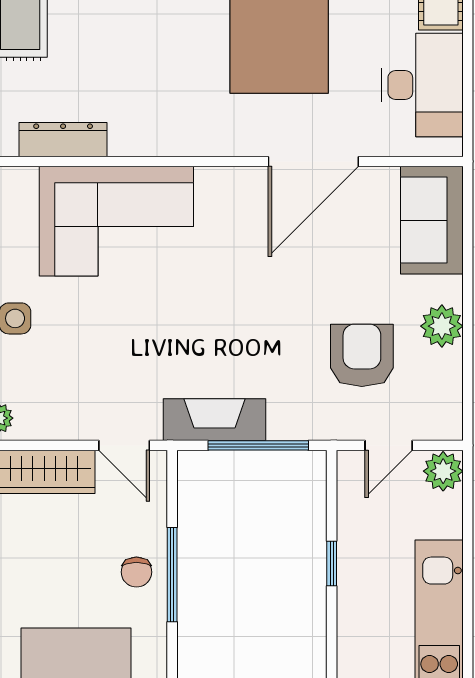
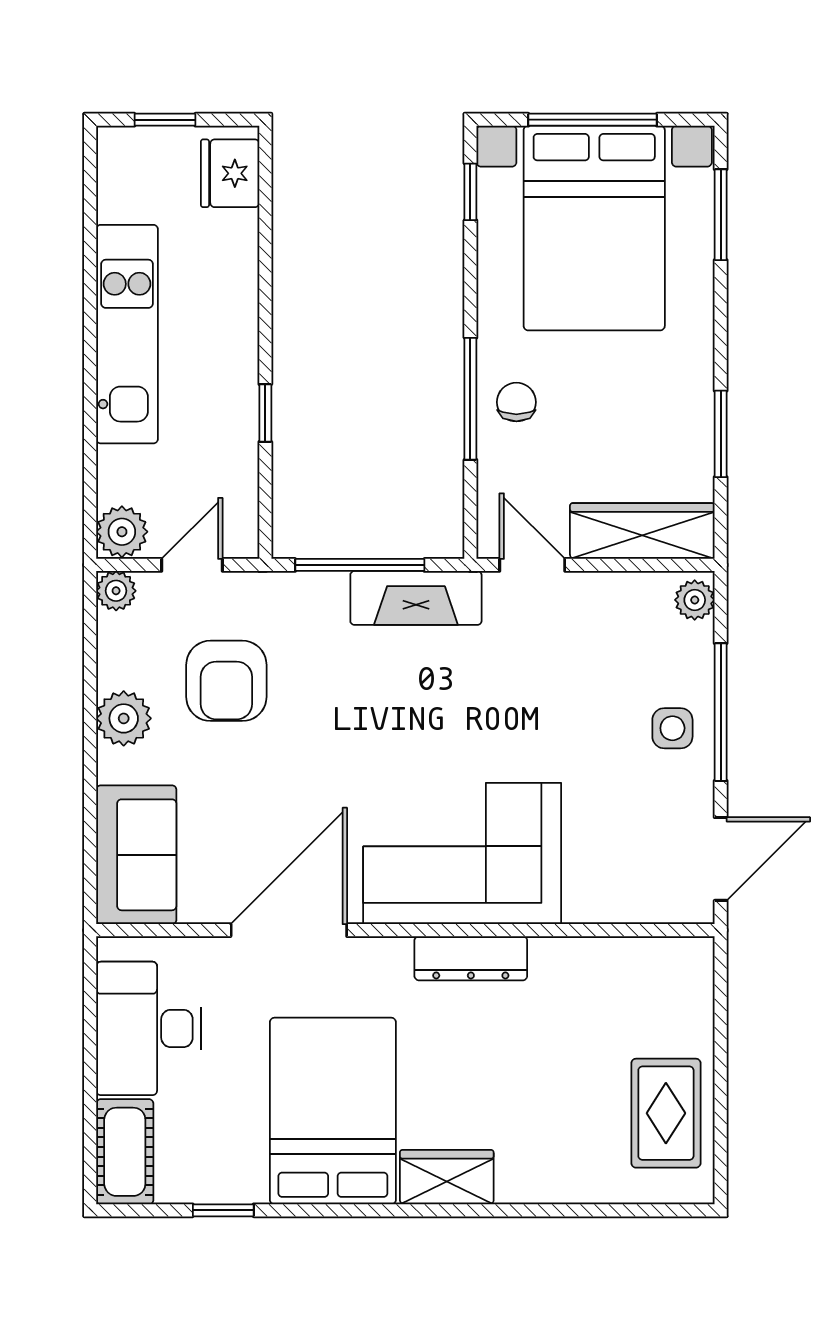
dresser: (63, 140) -> (471, 958), moved
corner sofa: (116, 221) -> (462, 853), moved
plant: (448, 425) -> (116, 591), added

